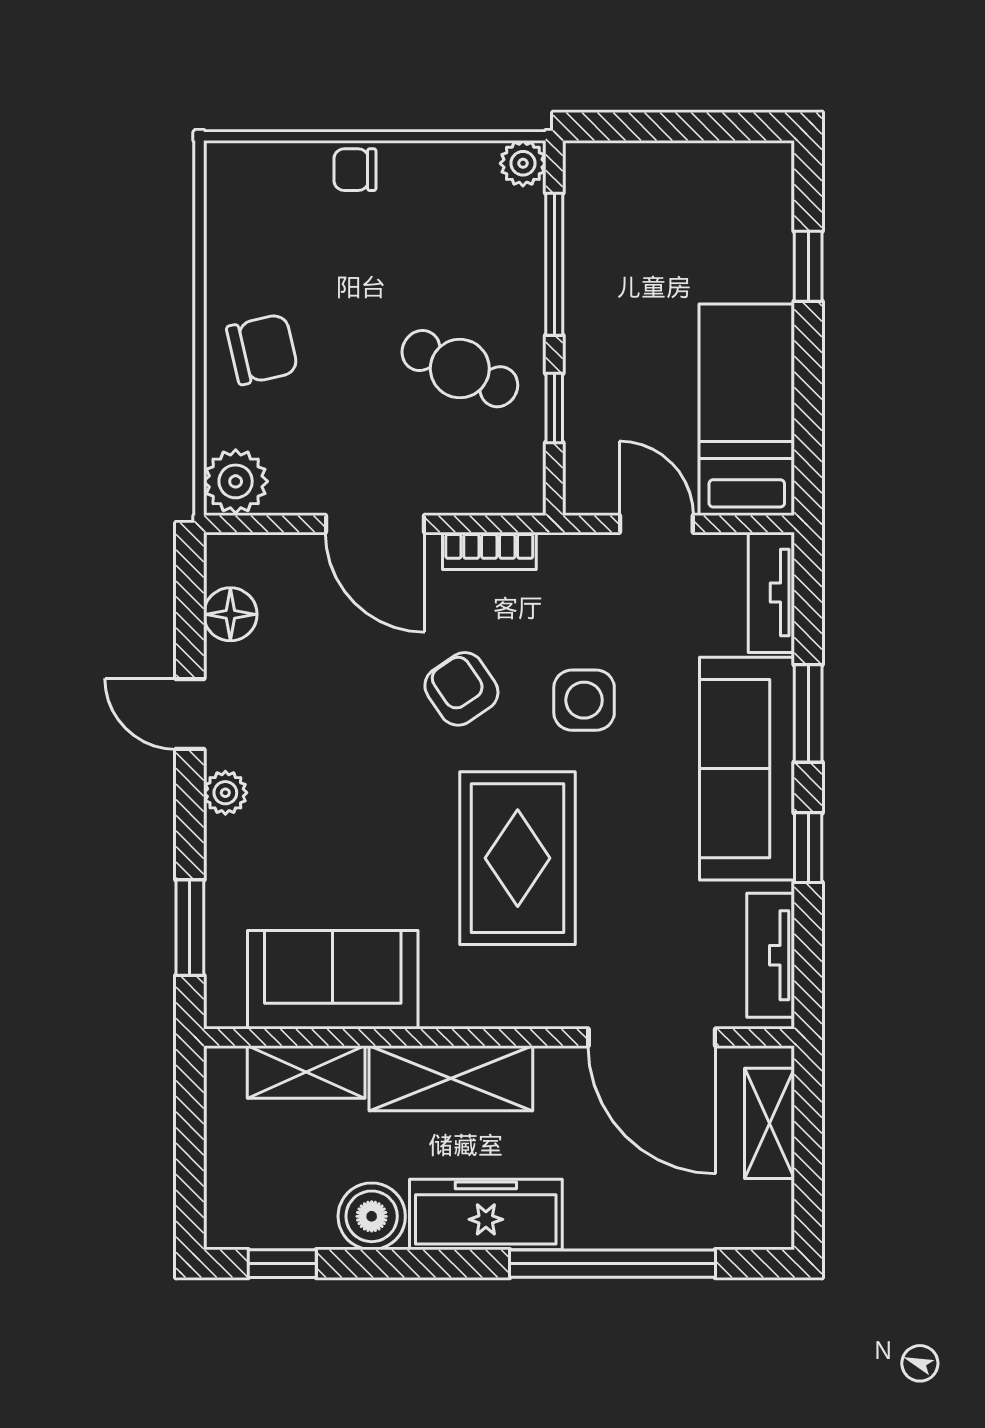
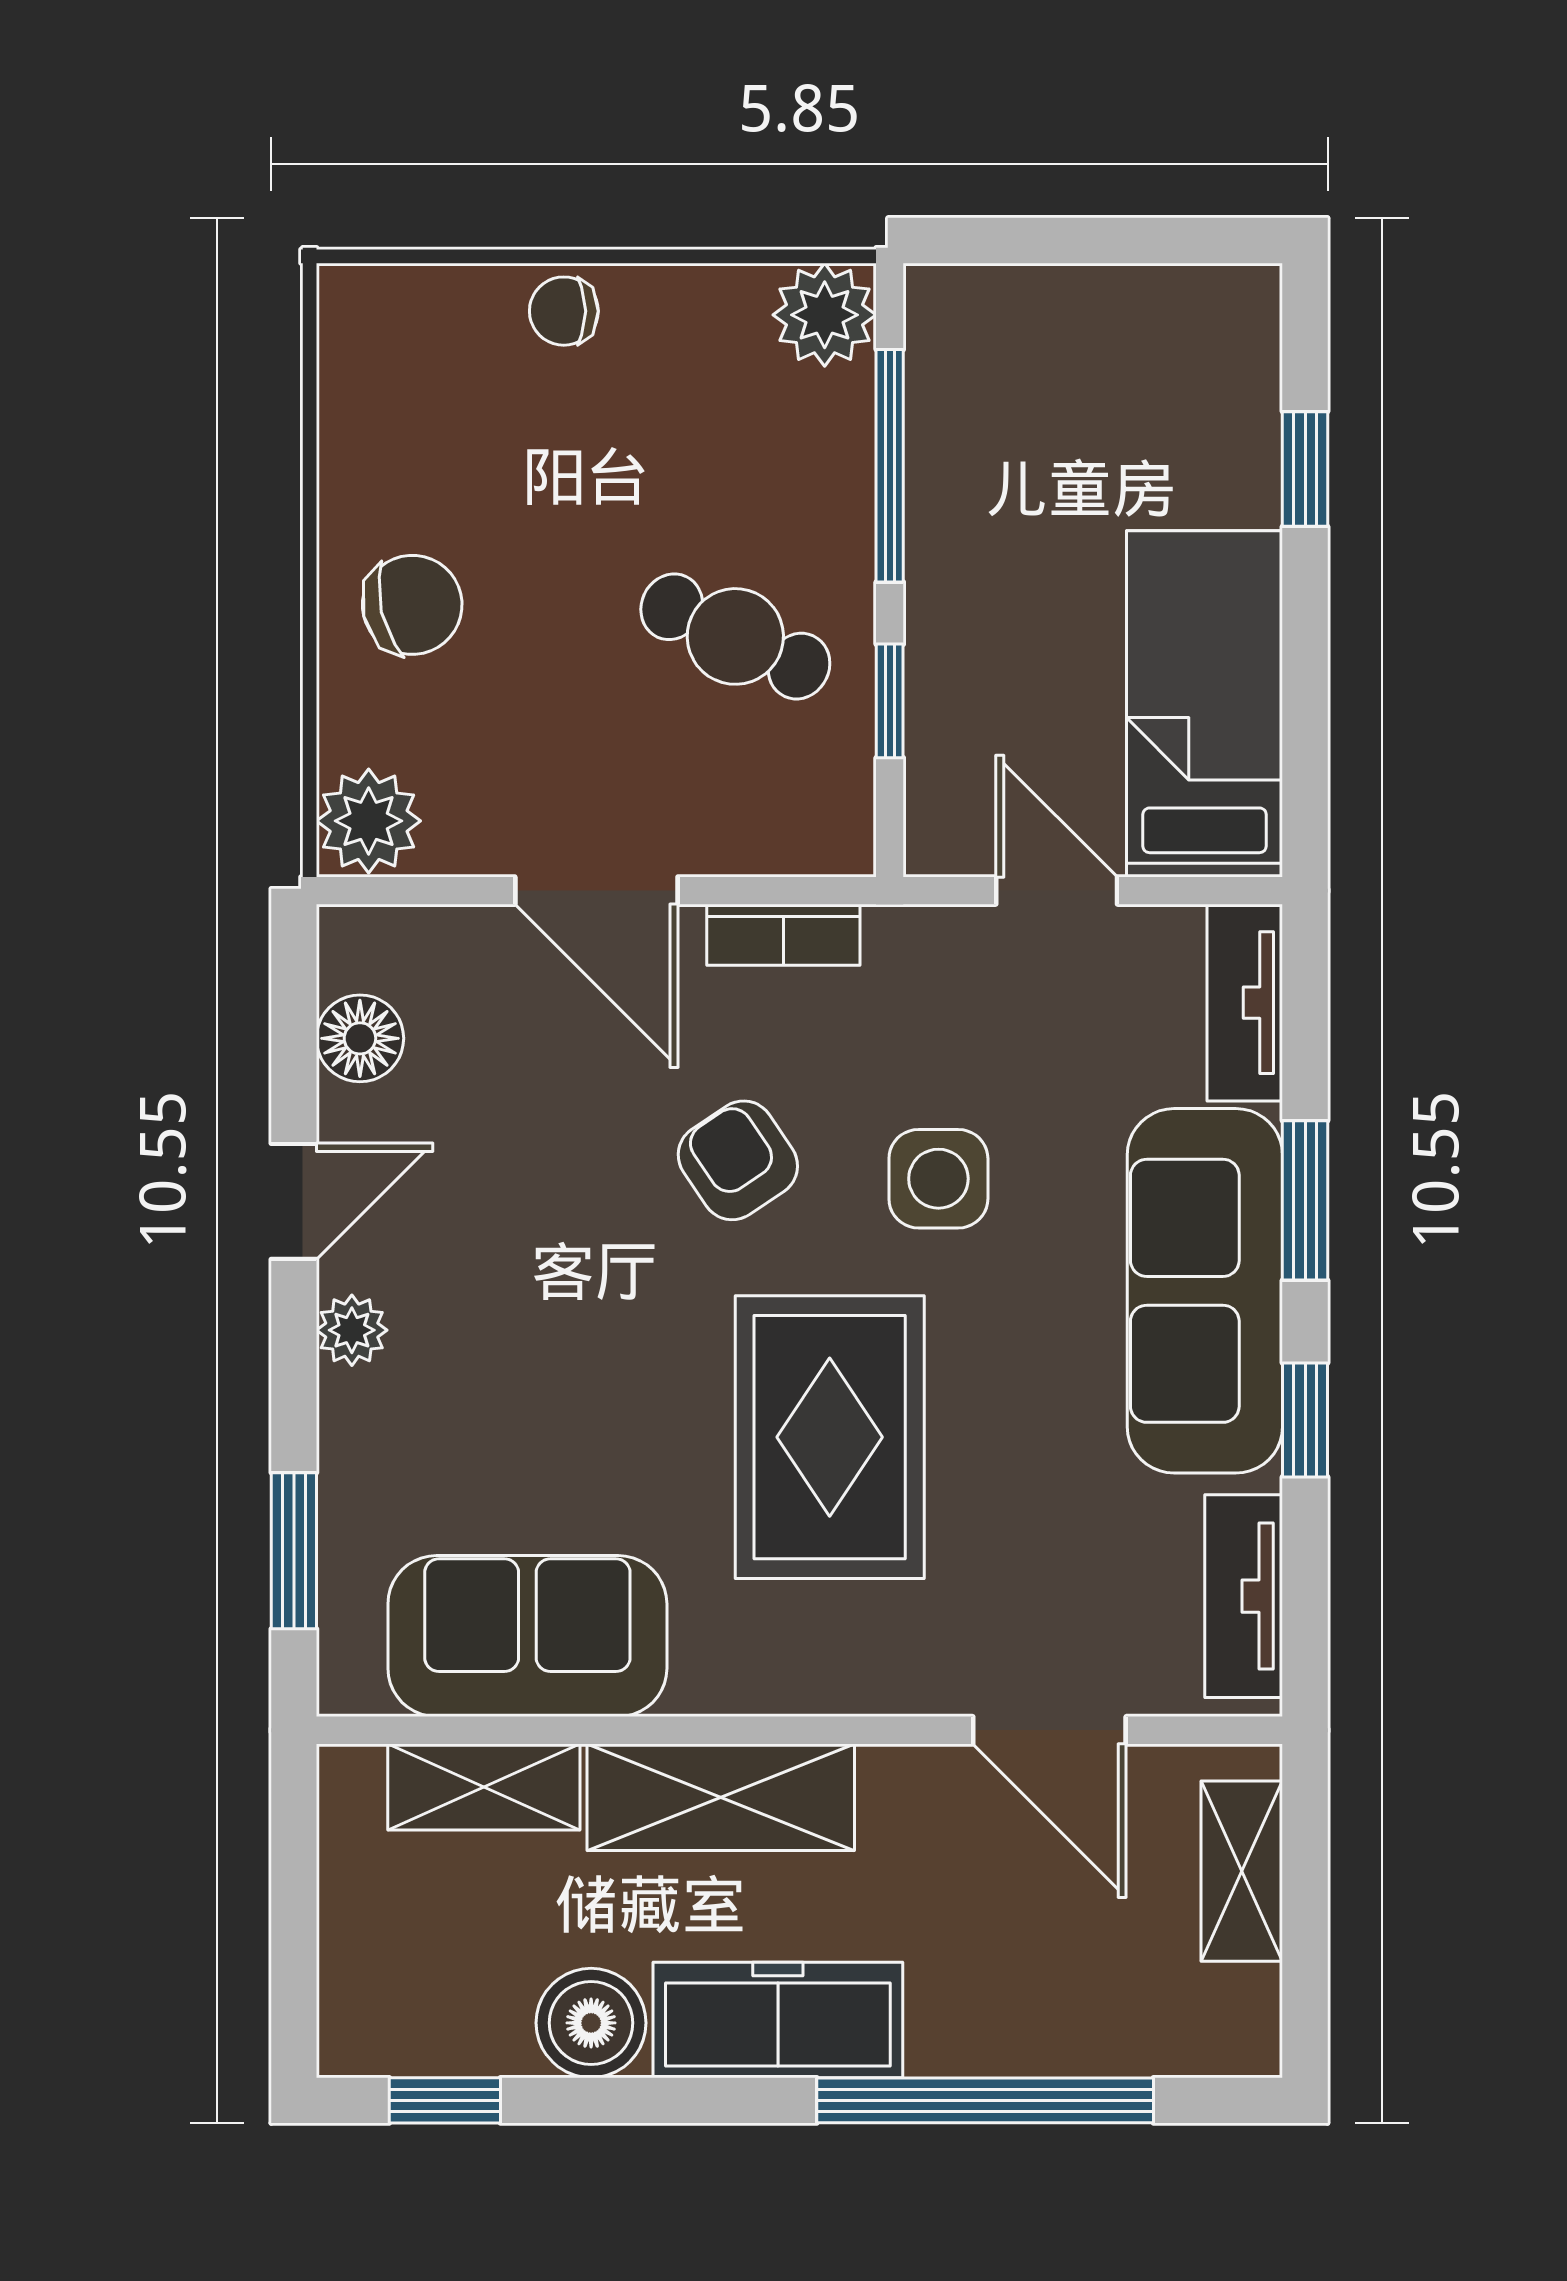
plant: (523, 163) -> (825, 315), width x1.38, depth x1.38
door: (190, 714) -> (294, 1201), swing flipped
door: (652, 1037) -> (1049, 1730), width x0.73

